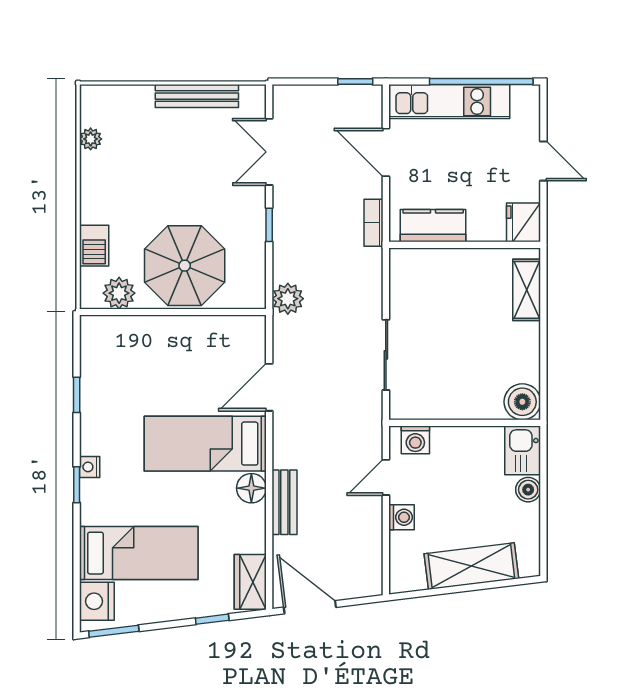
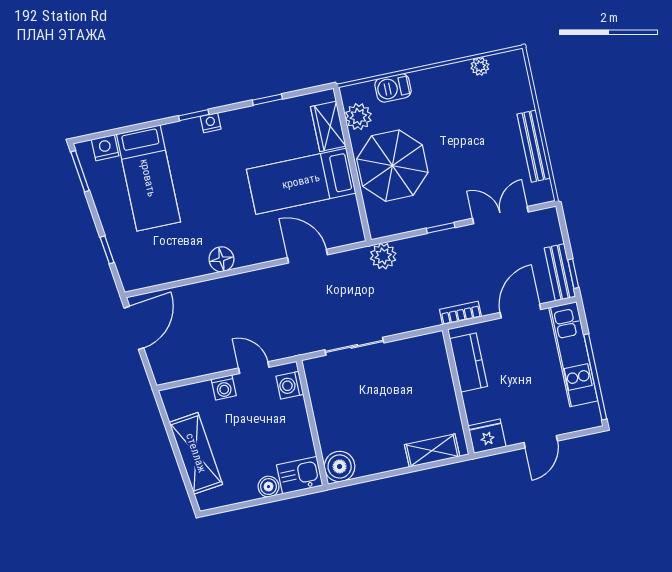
bed: (205, 444) -> (301, 181), moved, turned -90
bench: (284, 502) -> (560, 272), moved, turned 90
wardrobe: (250, 582) -> (328, 126), moved, turned -90
nightstand: (97, 601) -> (105, 148), width x0.74, depth x0.75

